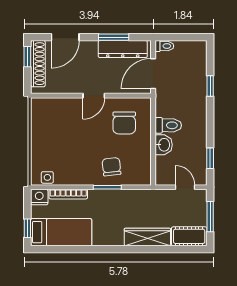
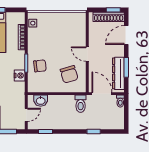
door: (65, 37) -> (126, 35), hinge flipped
chair: (124, 123) -> (69, 74), turned -106
toilet: (168, 125) -> (81, 104), moved
washbasin: (164, 145) -> (41, 101), moved
nightstand: (39, 197) -> (20, 75), moved

